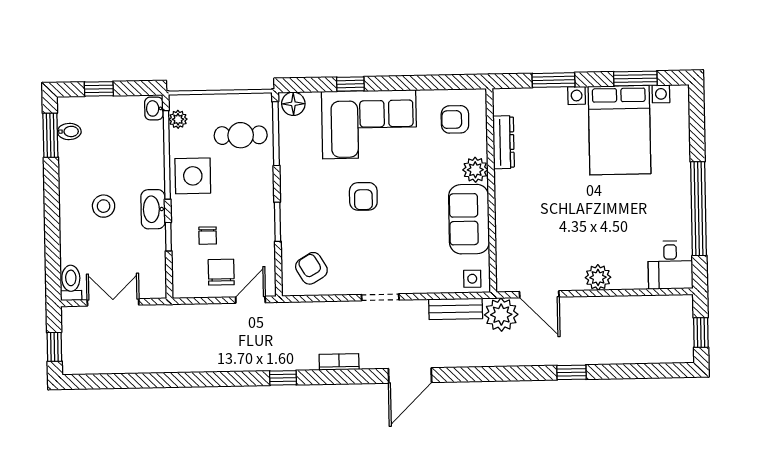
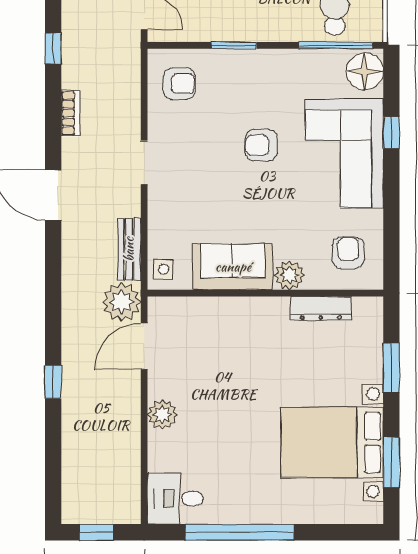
floor lamp: (293, 104) -> (365, 71), width x1.38, depth x1.38
armchair: (311, 268) -> (179, 84), turned 31

